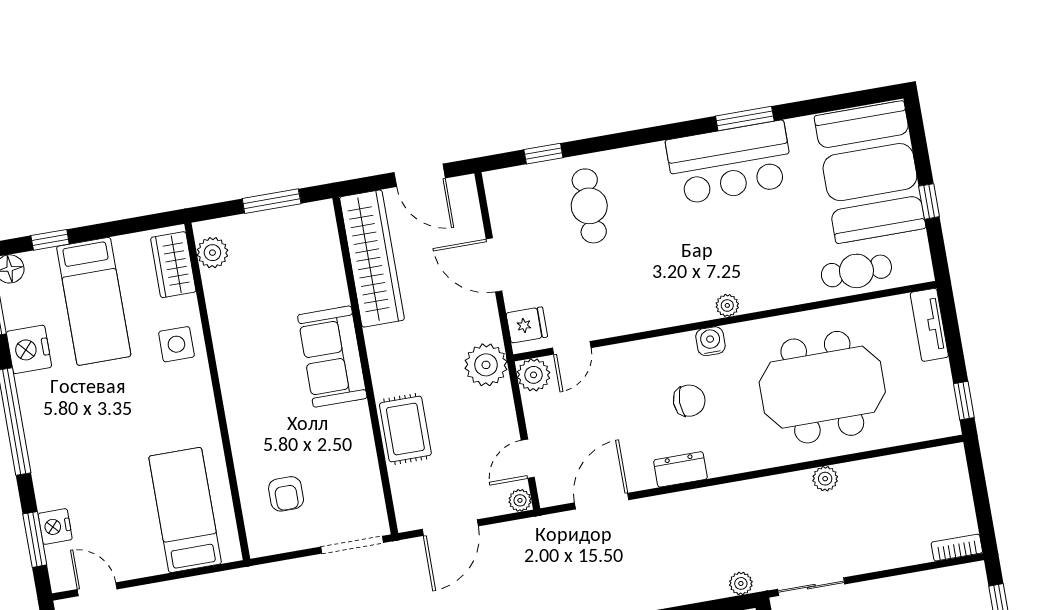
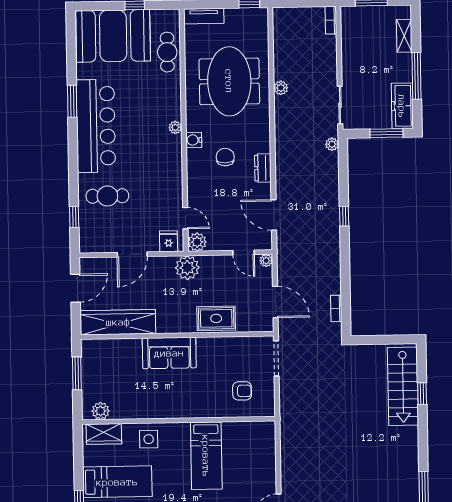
bar counter: (730, 163) -> (96, 126), width x1.36
bed: (185, 510) -> (206, 456), moved, turned -90

